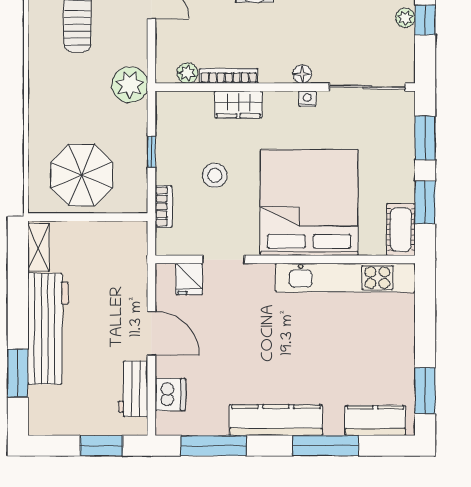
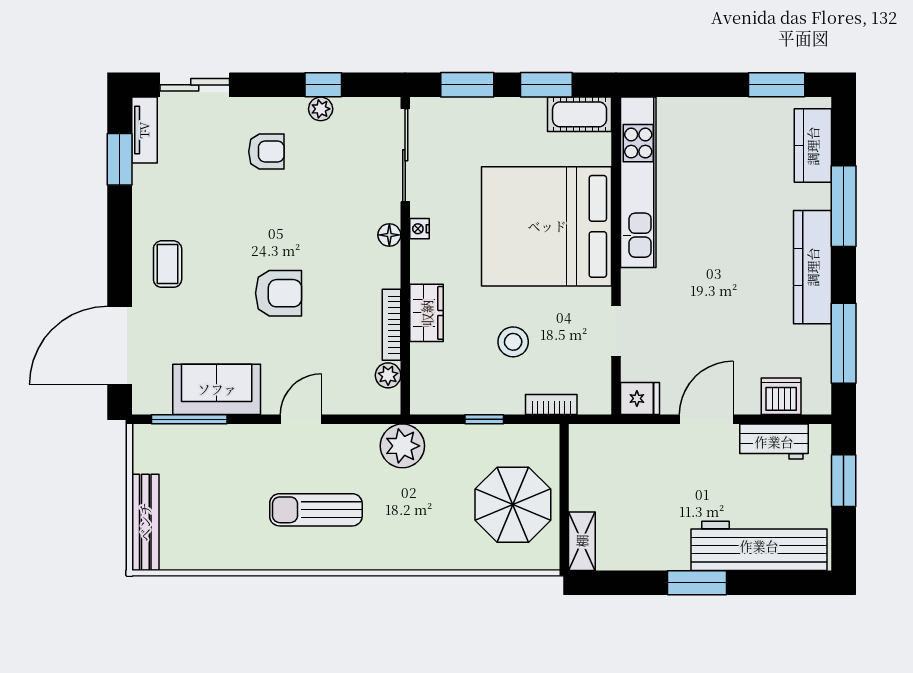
shelving: (39, 247) -> (582, 541), moved, turned 90
fridge: (189, 279) -> (640, 398), moved
workbench: (48, 329) -> (759, 546), moved
window: (18, 373) -> (697, 583), moved

